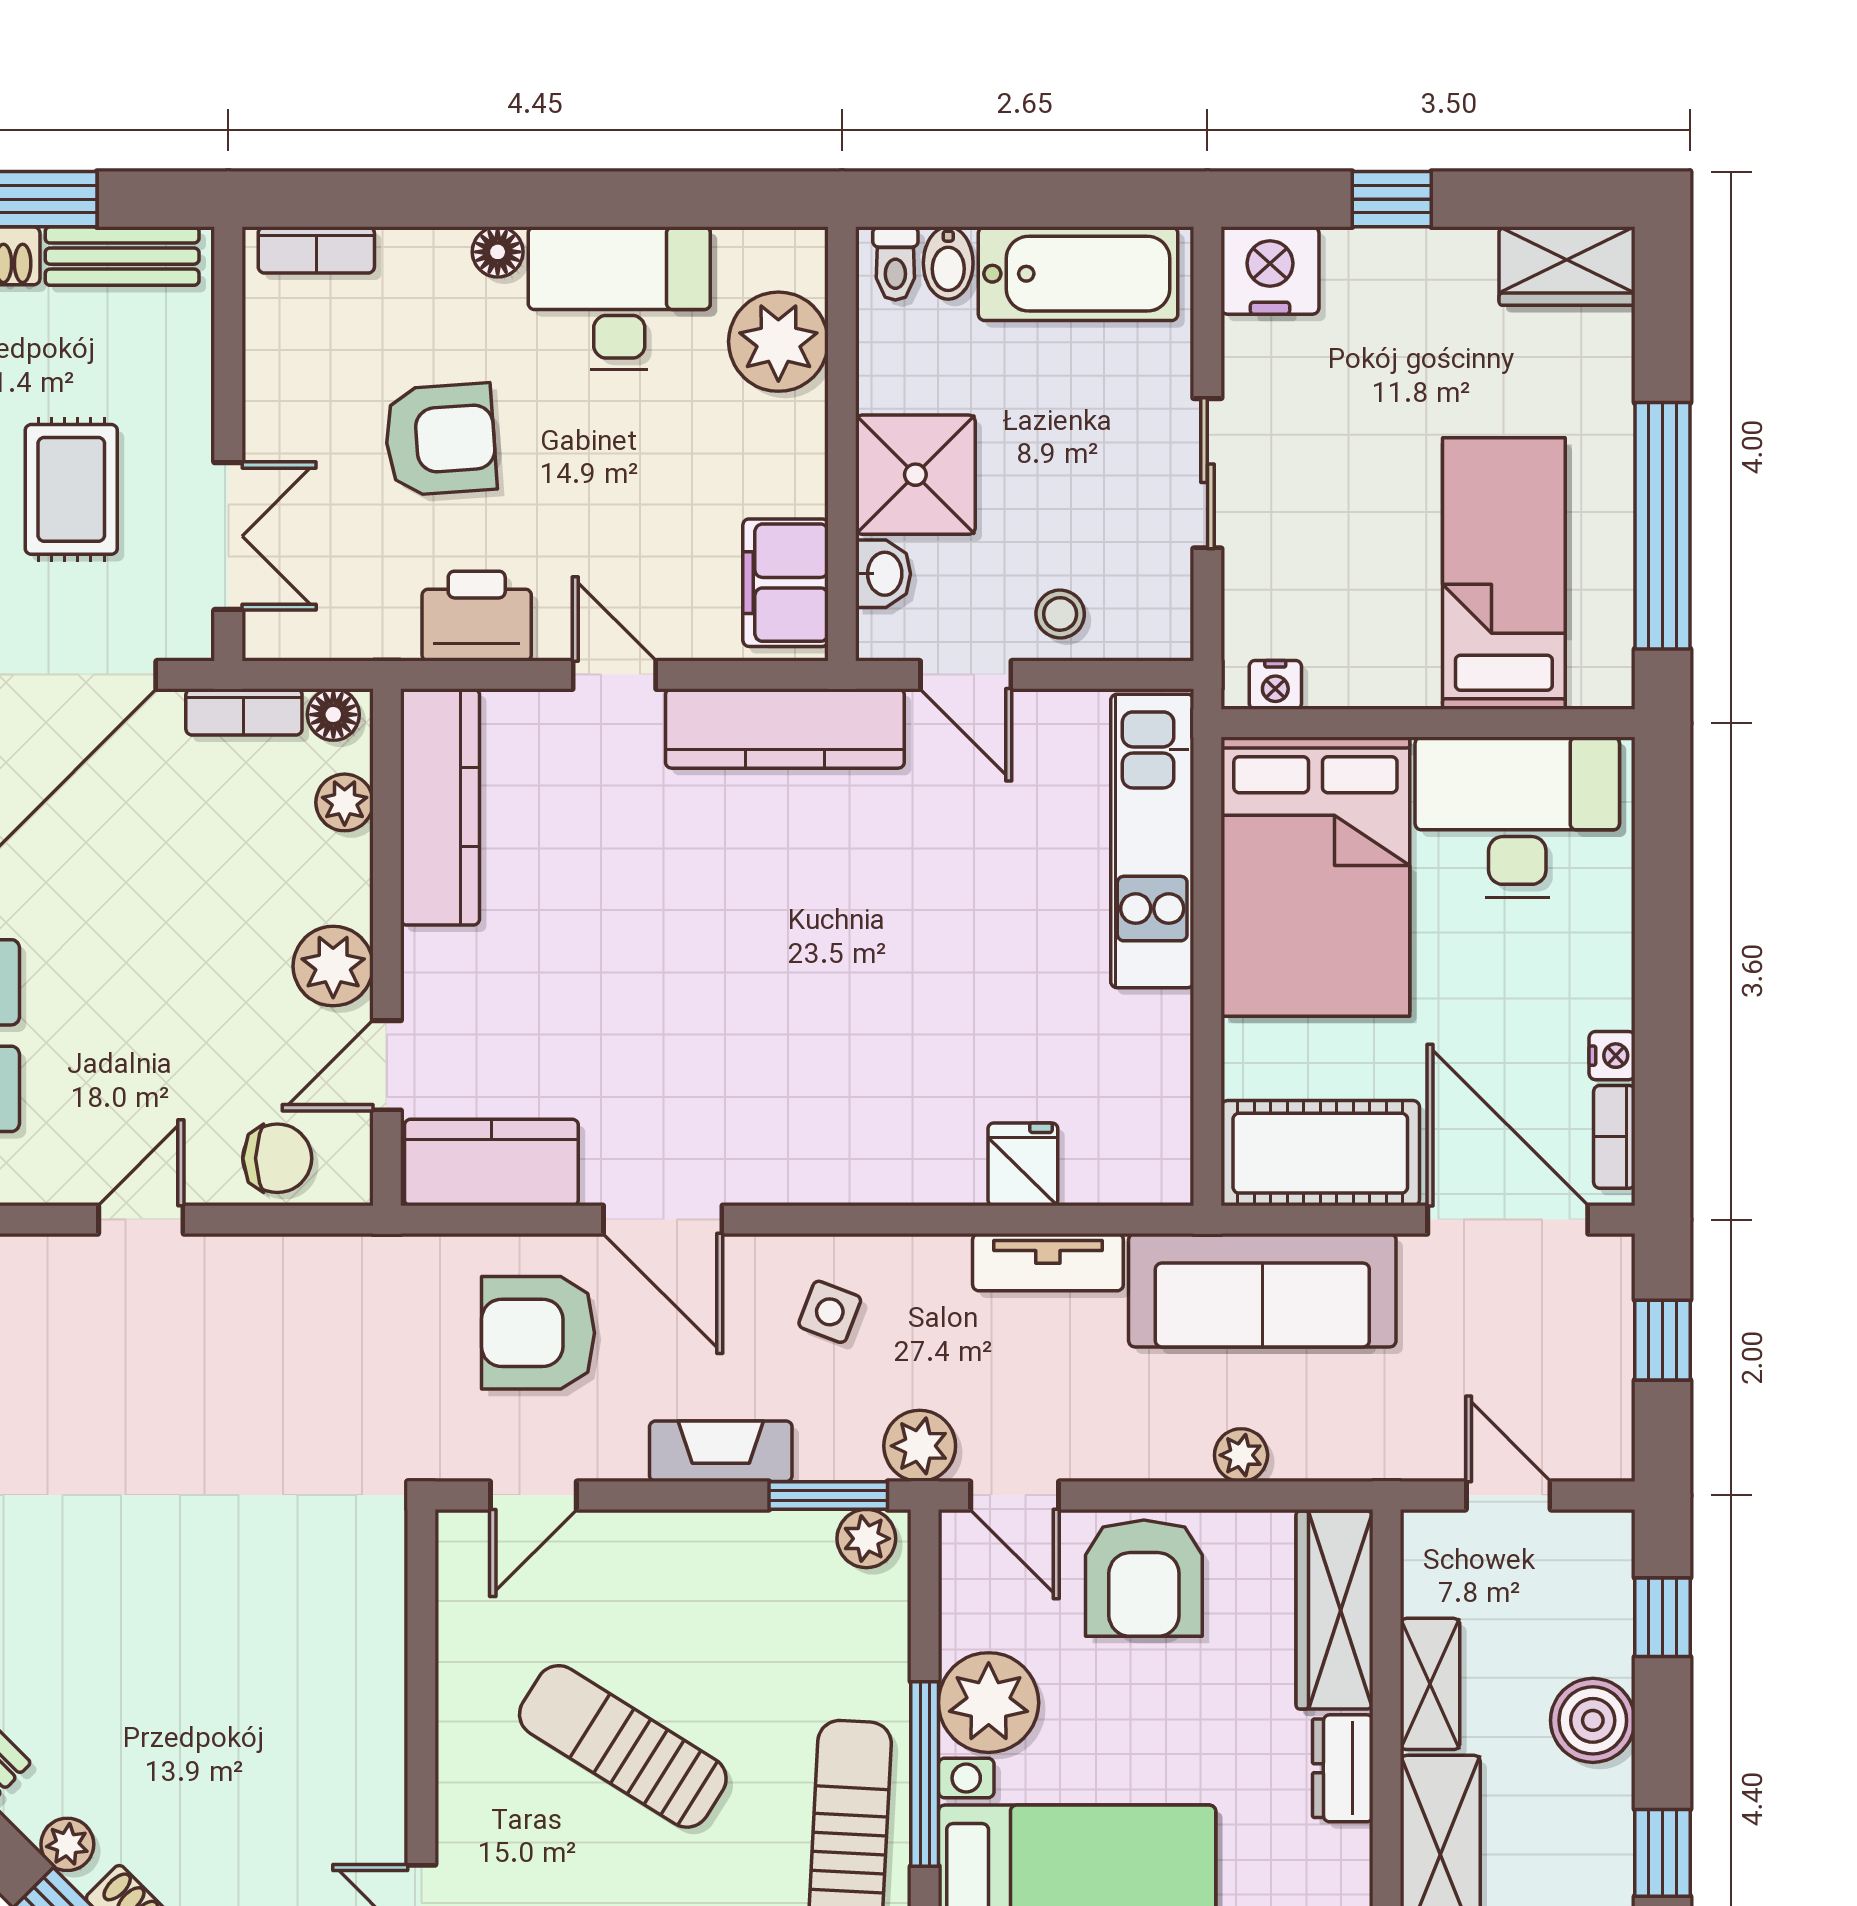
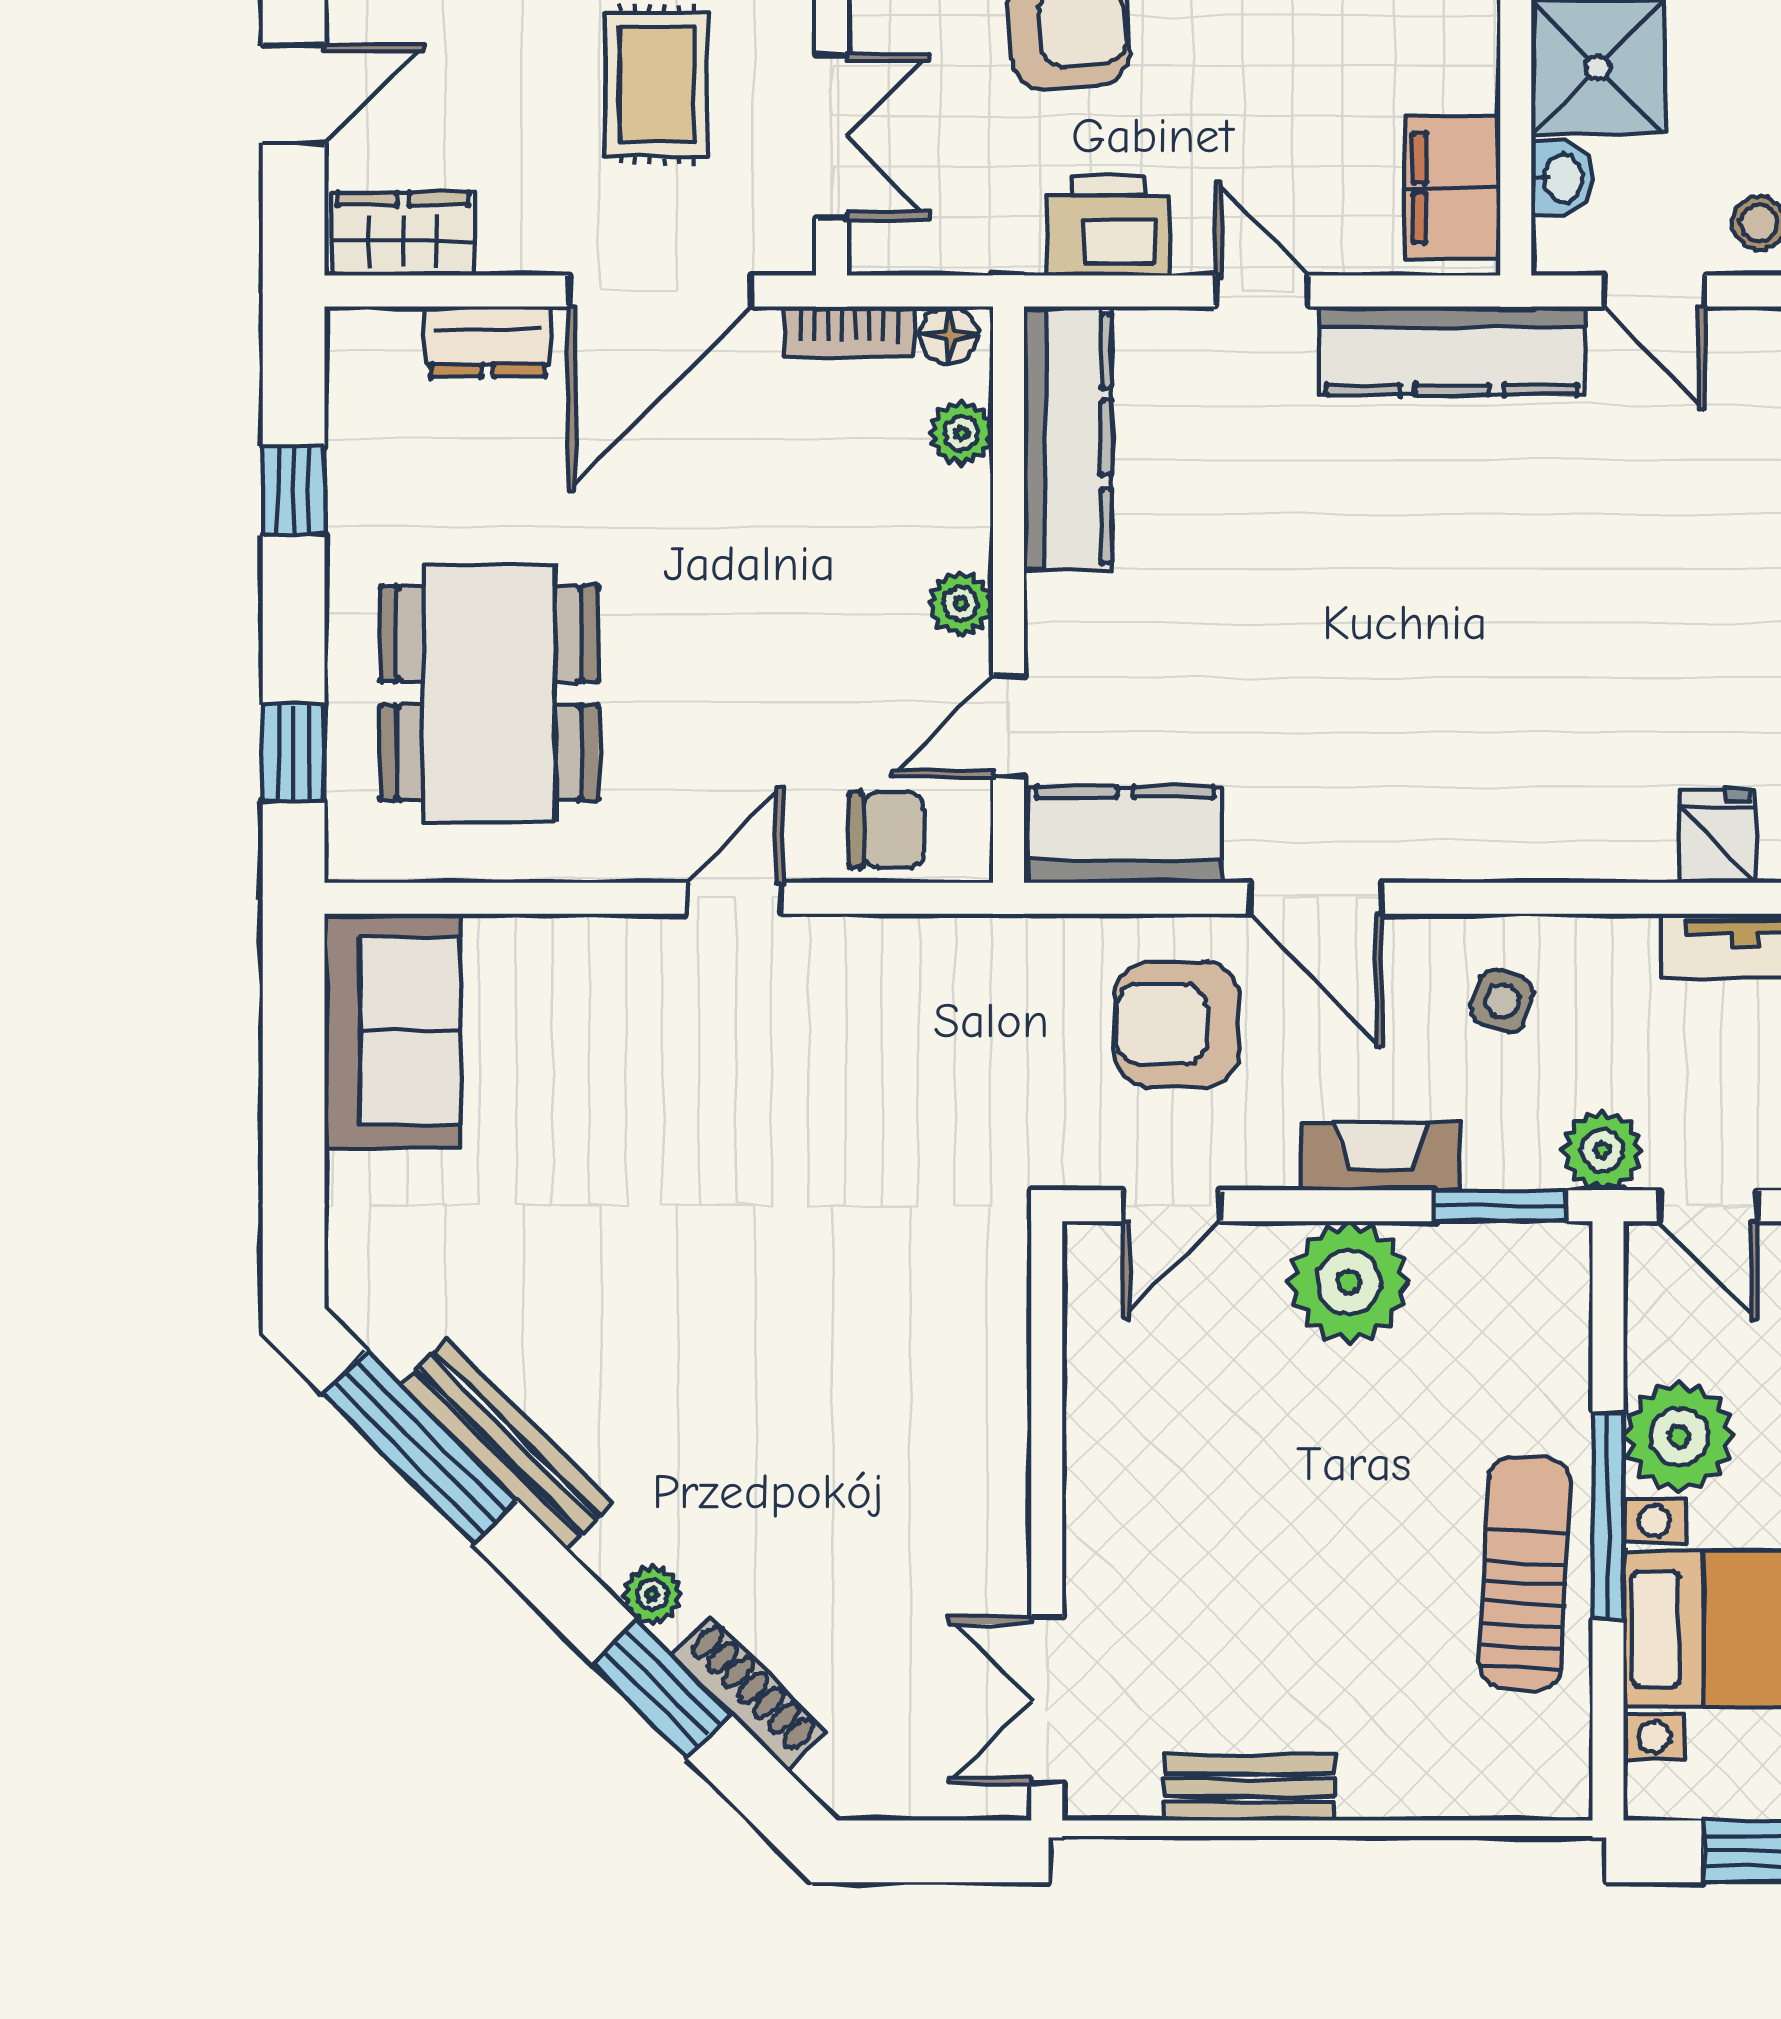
plant: (333, 966) -> (961, 603), width x0.73, depth x0.73
plant: (866, 1539) -> (1349, 1282), moved, width x1.88, depth x1.88
sun lounger: (623, 1746) -> (1271, 1485), removed

